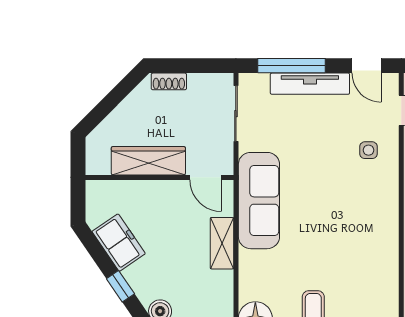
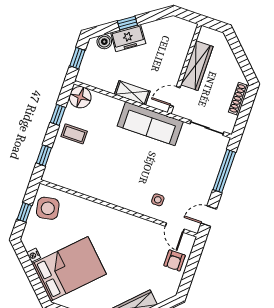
shoe rack: (169, 81) -> (239, 99), width x1.43
tv unit: (310, 84) -> (210, 178), removed
freezer: (119, 243) -> (128, 38), moved

